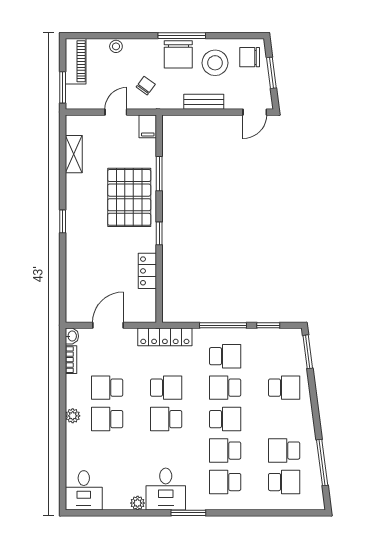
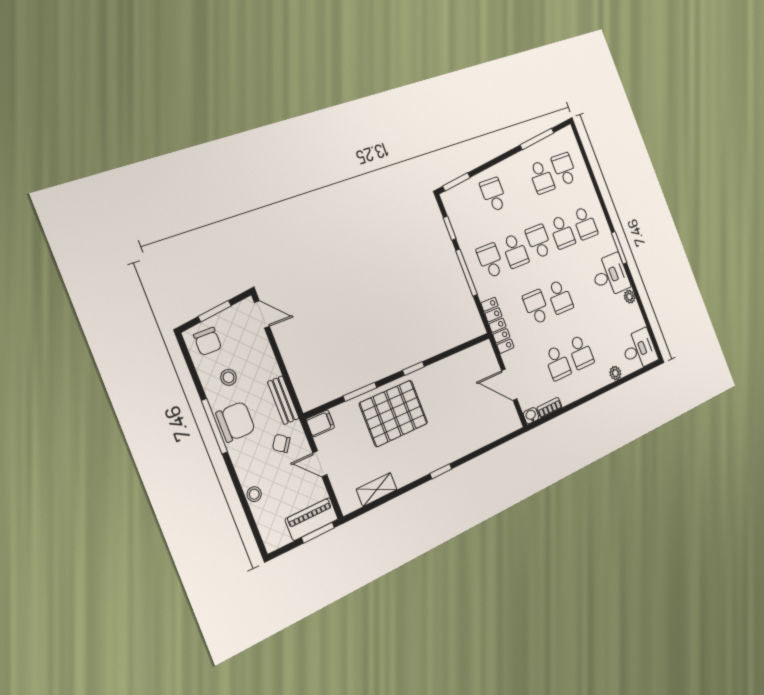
piano: (76, 61) -> (312, 519), moved
stool: (215, 63) -> (229, 377), width x0.53, depth x0.53
bench: (204, 102) -> (283, 400), moved
locker: (147, 271) -> (450, 366), removed
plant: (73, 416) -> (615, 373), moved

